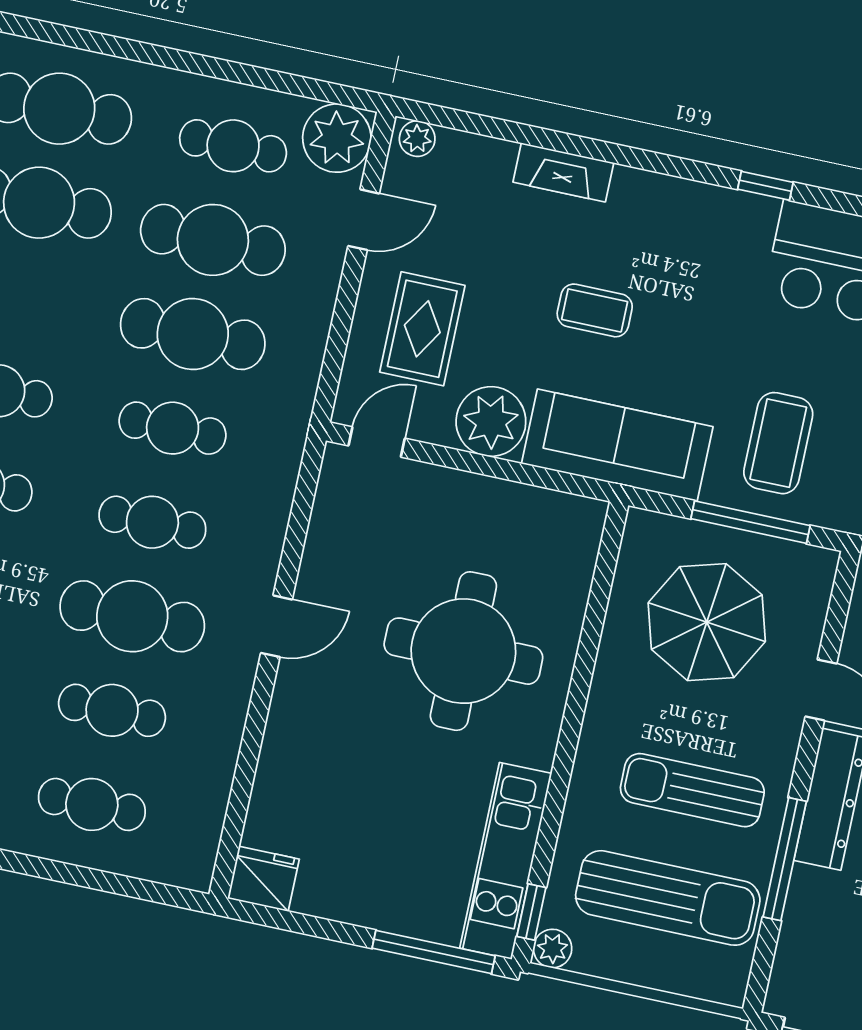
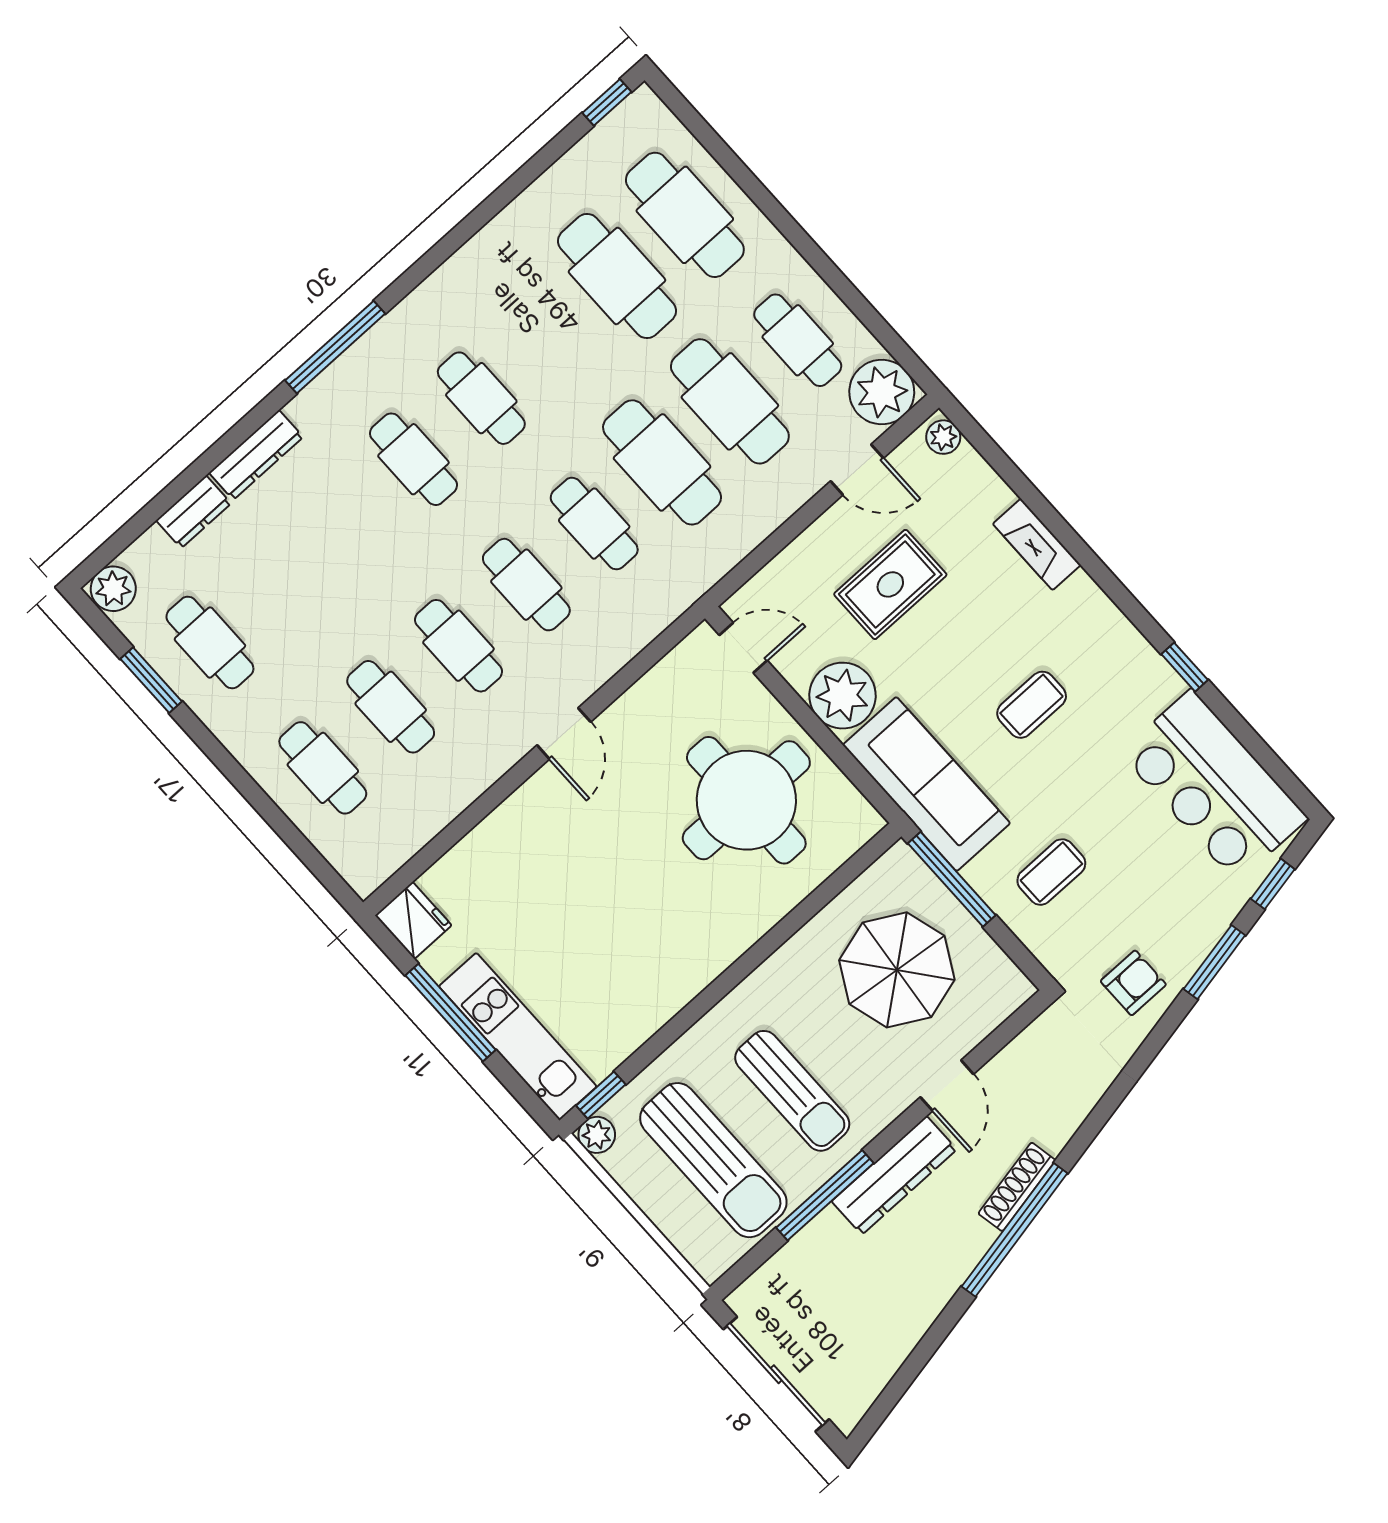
coffee table: (595, 310) -> (1032, 705), moved, turned 90
rug: (422, 329) -> (890, 584), moved
coffee table: (778, 443) -> (1051, 872), width x0.73, depth x0.77
window: (750, 522) -> (952, 879), moved
cafe table: (132, 616) -> (459, 646), width x0.73, depth x0.74
door: (276, 626) -> (564, 734), hinge flipped
round table: (463, 651) -> (746, 800), moved
sun lounger: (692, 790) -> (792, 1091), turned 180
kitchen unit: (506, 861) -> (518, 1036), moved, turned 90
window: (434, 952) -> (451, 1013), moved

